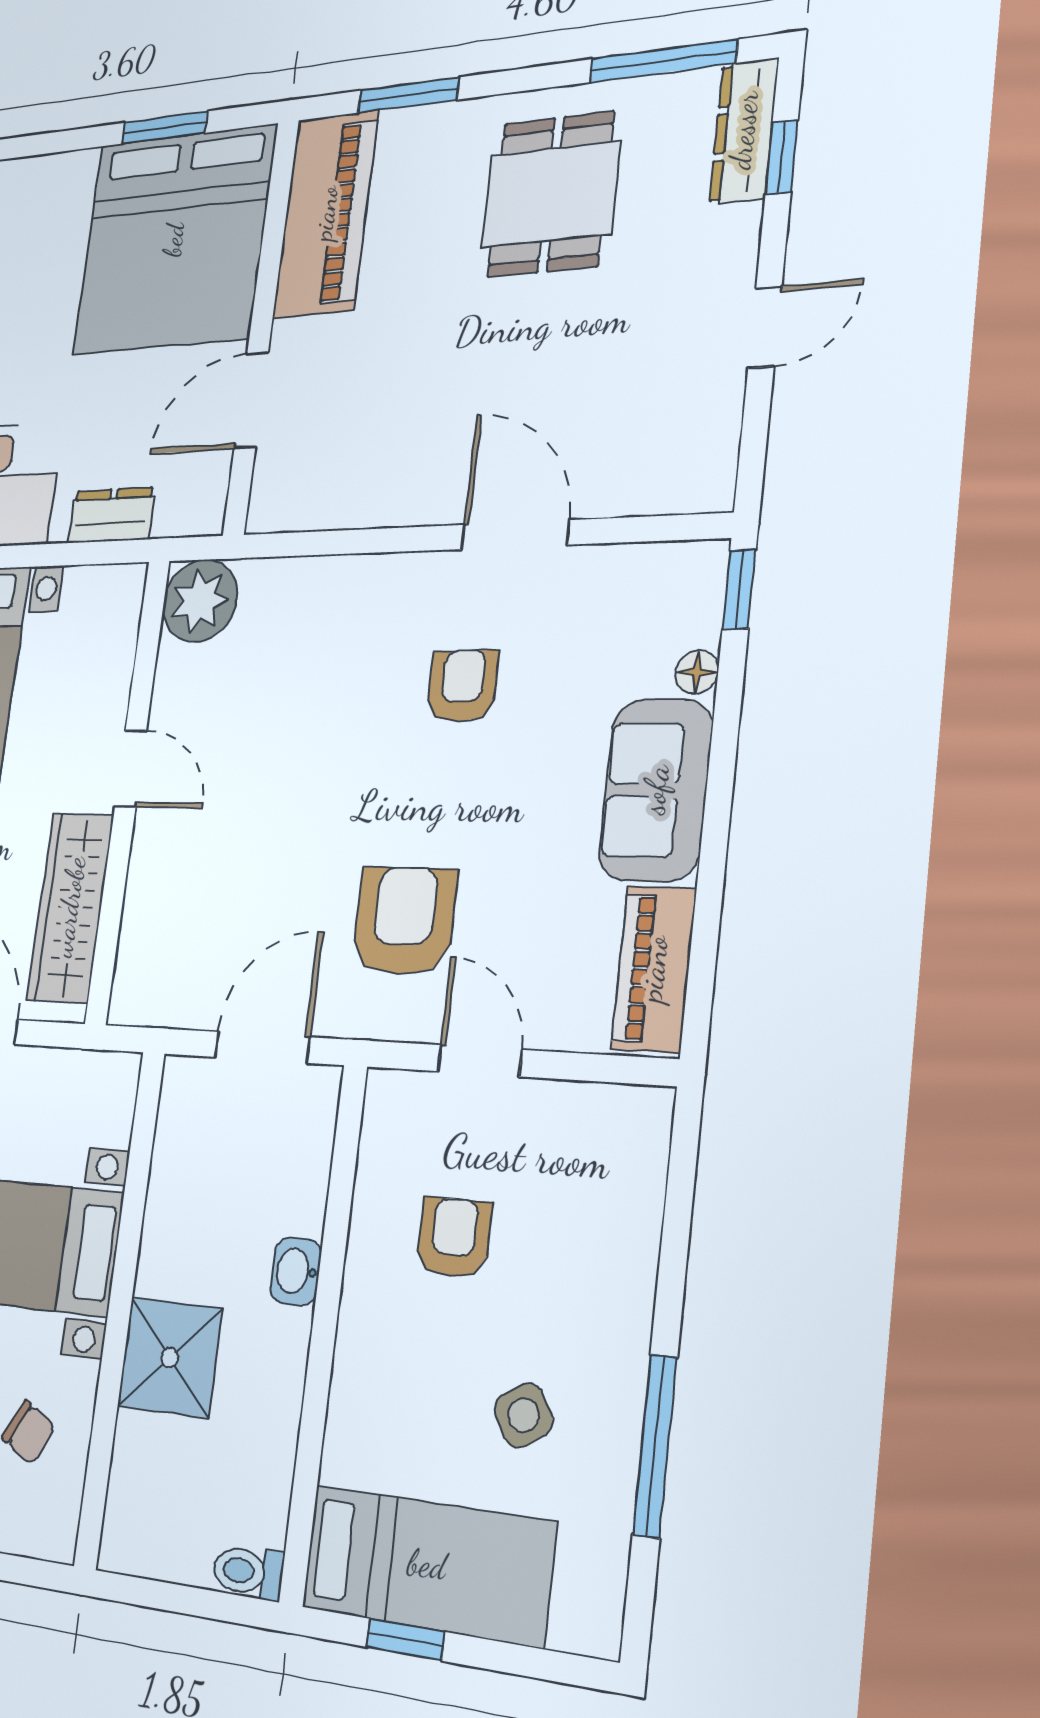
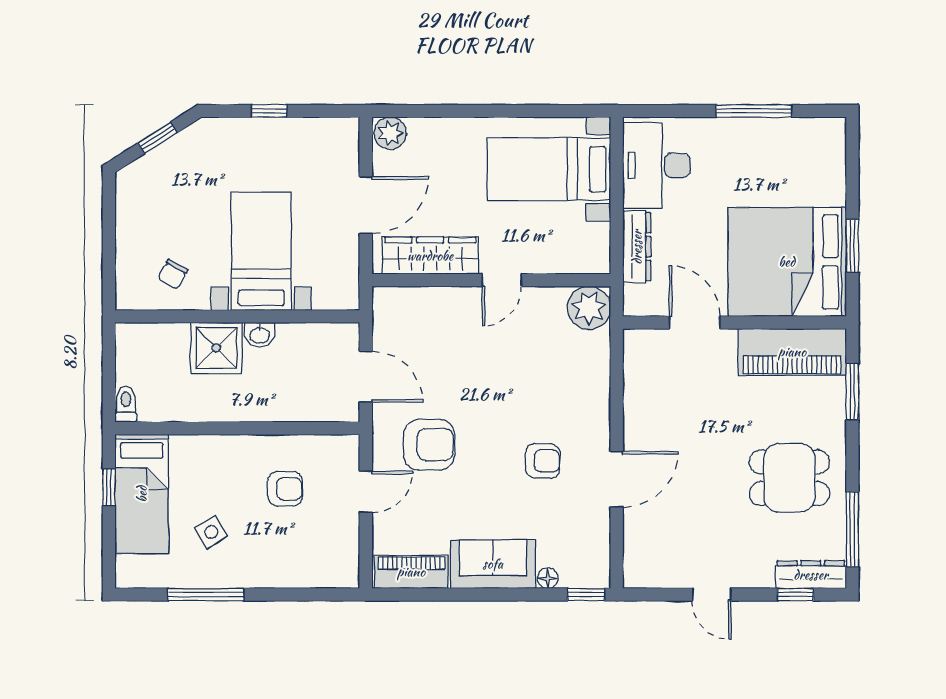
dresser: (111, 515) -> (637, 247), width x1.44
washbasin: (296, 1271) -> (259, 335), moved, turned 180

